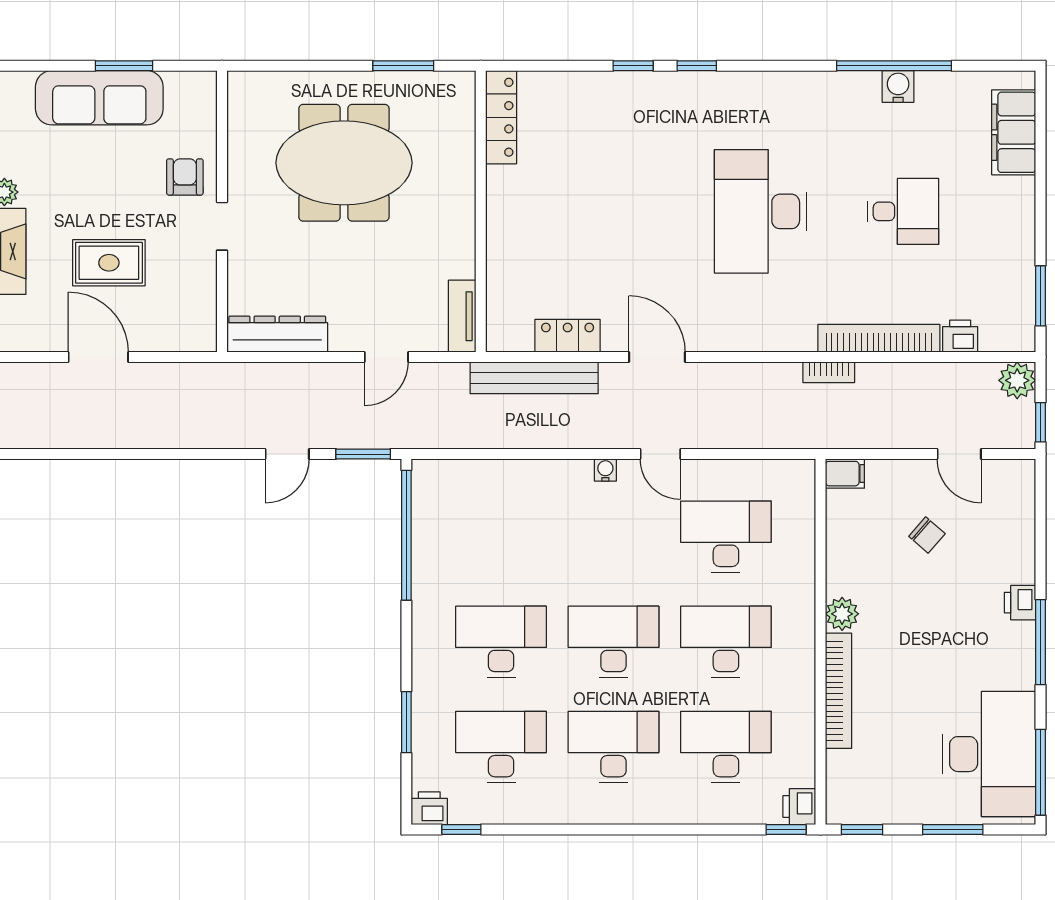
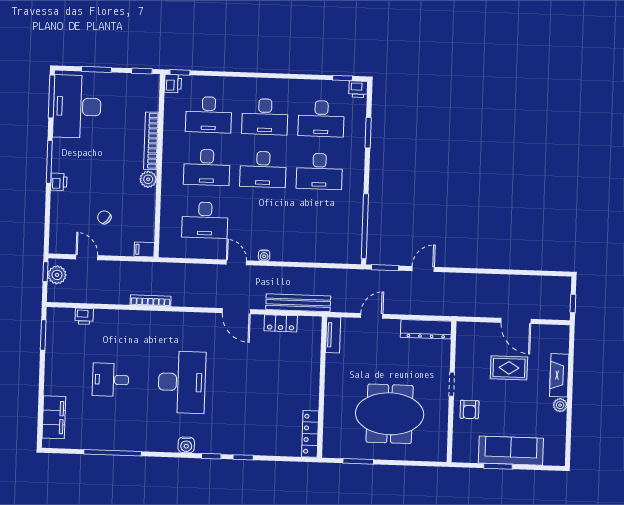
water cooler: (898, 86) -> (186, 445), moved
bookcase: (879, 338) -> (125, 317), removed
bookcase: (829, 372) -> (151, 300), width x1.56
plant: (1017, 380) -> (57, 275), moved

